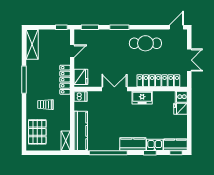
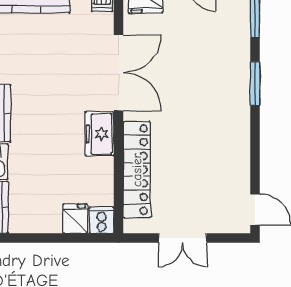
cafe table: (145, 43) -> (220, 141), removed
double door: (114, 89) -> (119, 73), width x1.37

